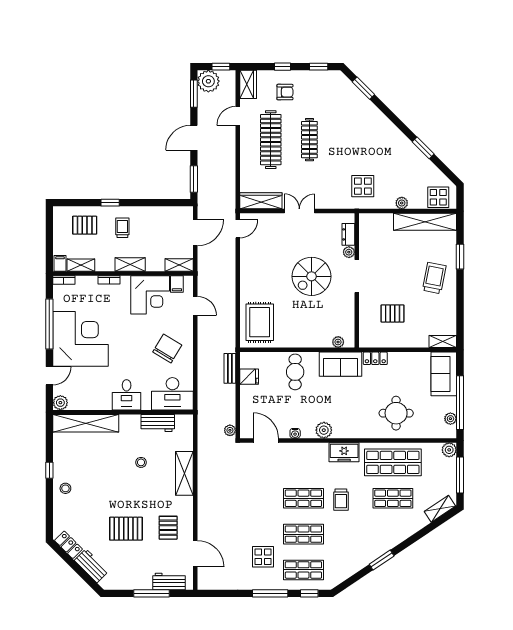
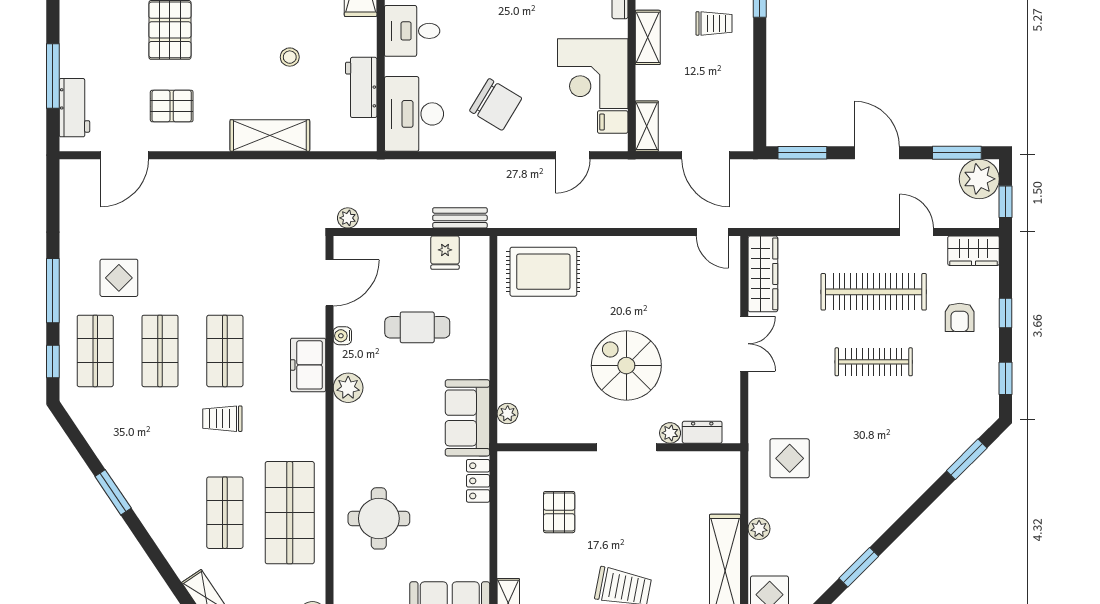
cafe table: (295, 372) -> (417, 327), moved
freezer: (344, 452) -> (308, 365), moved

